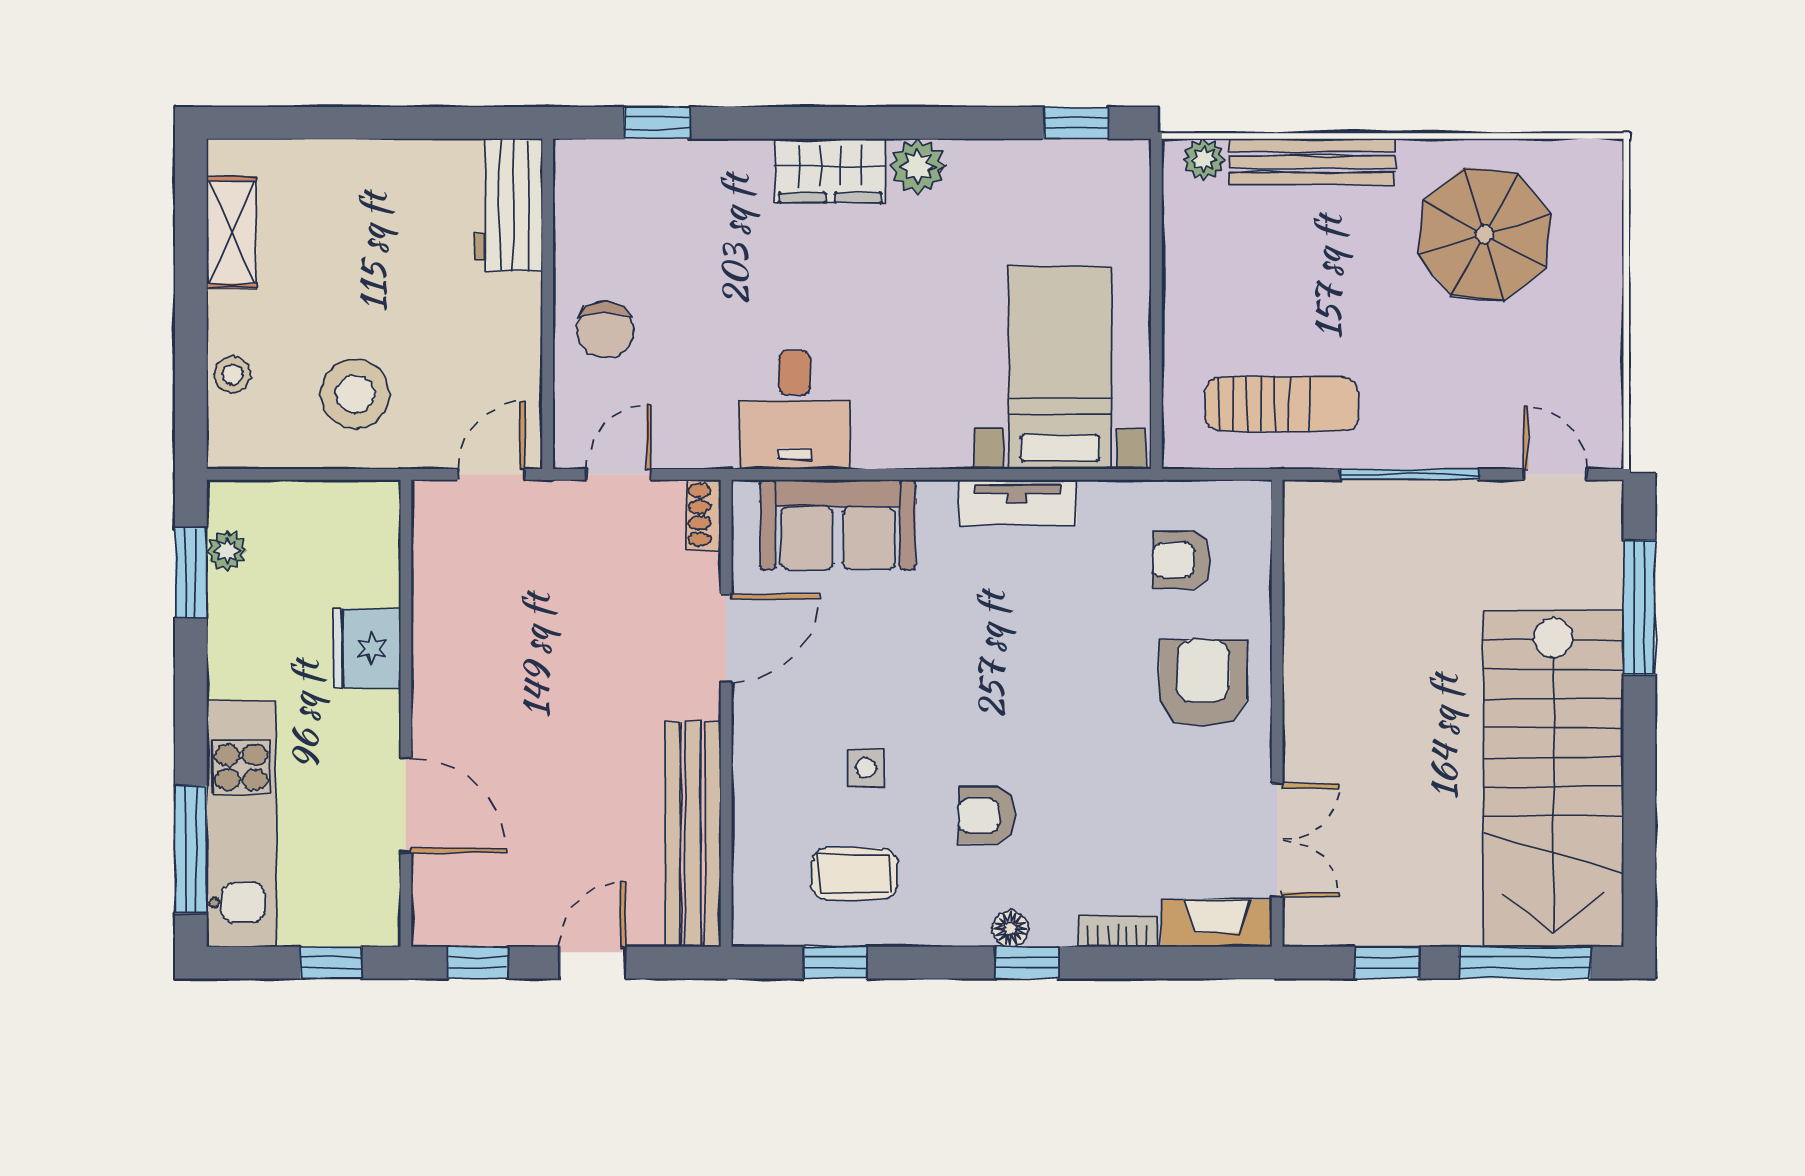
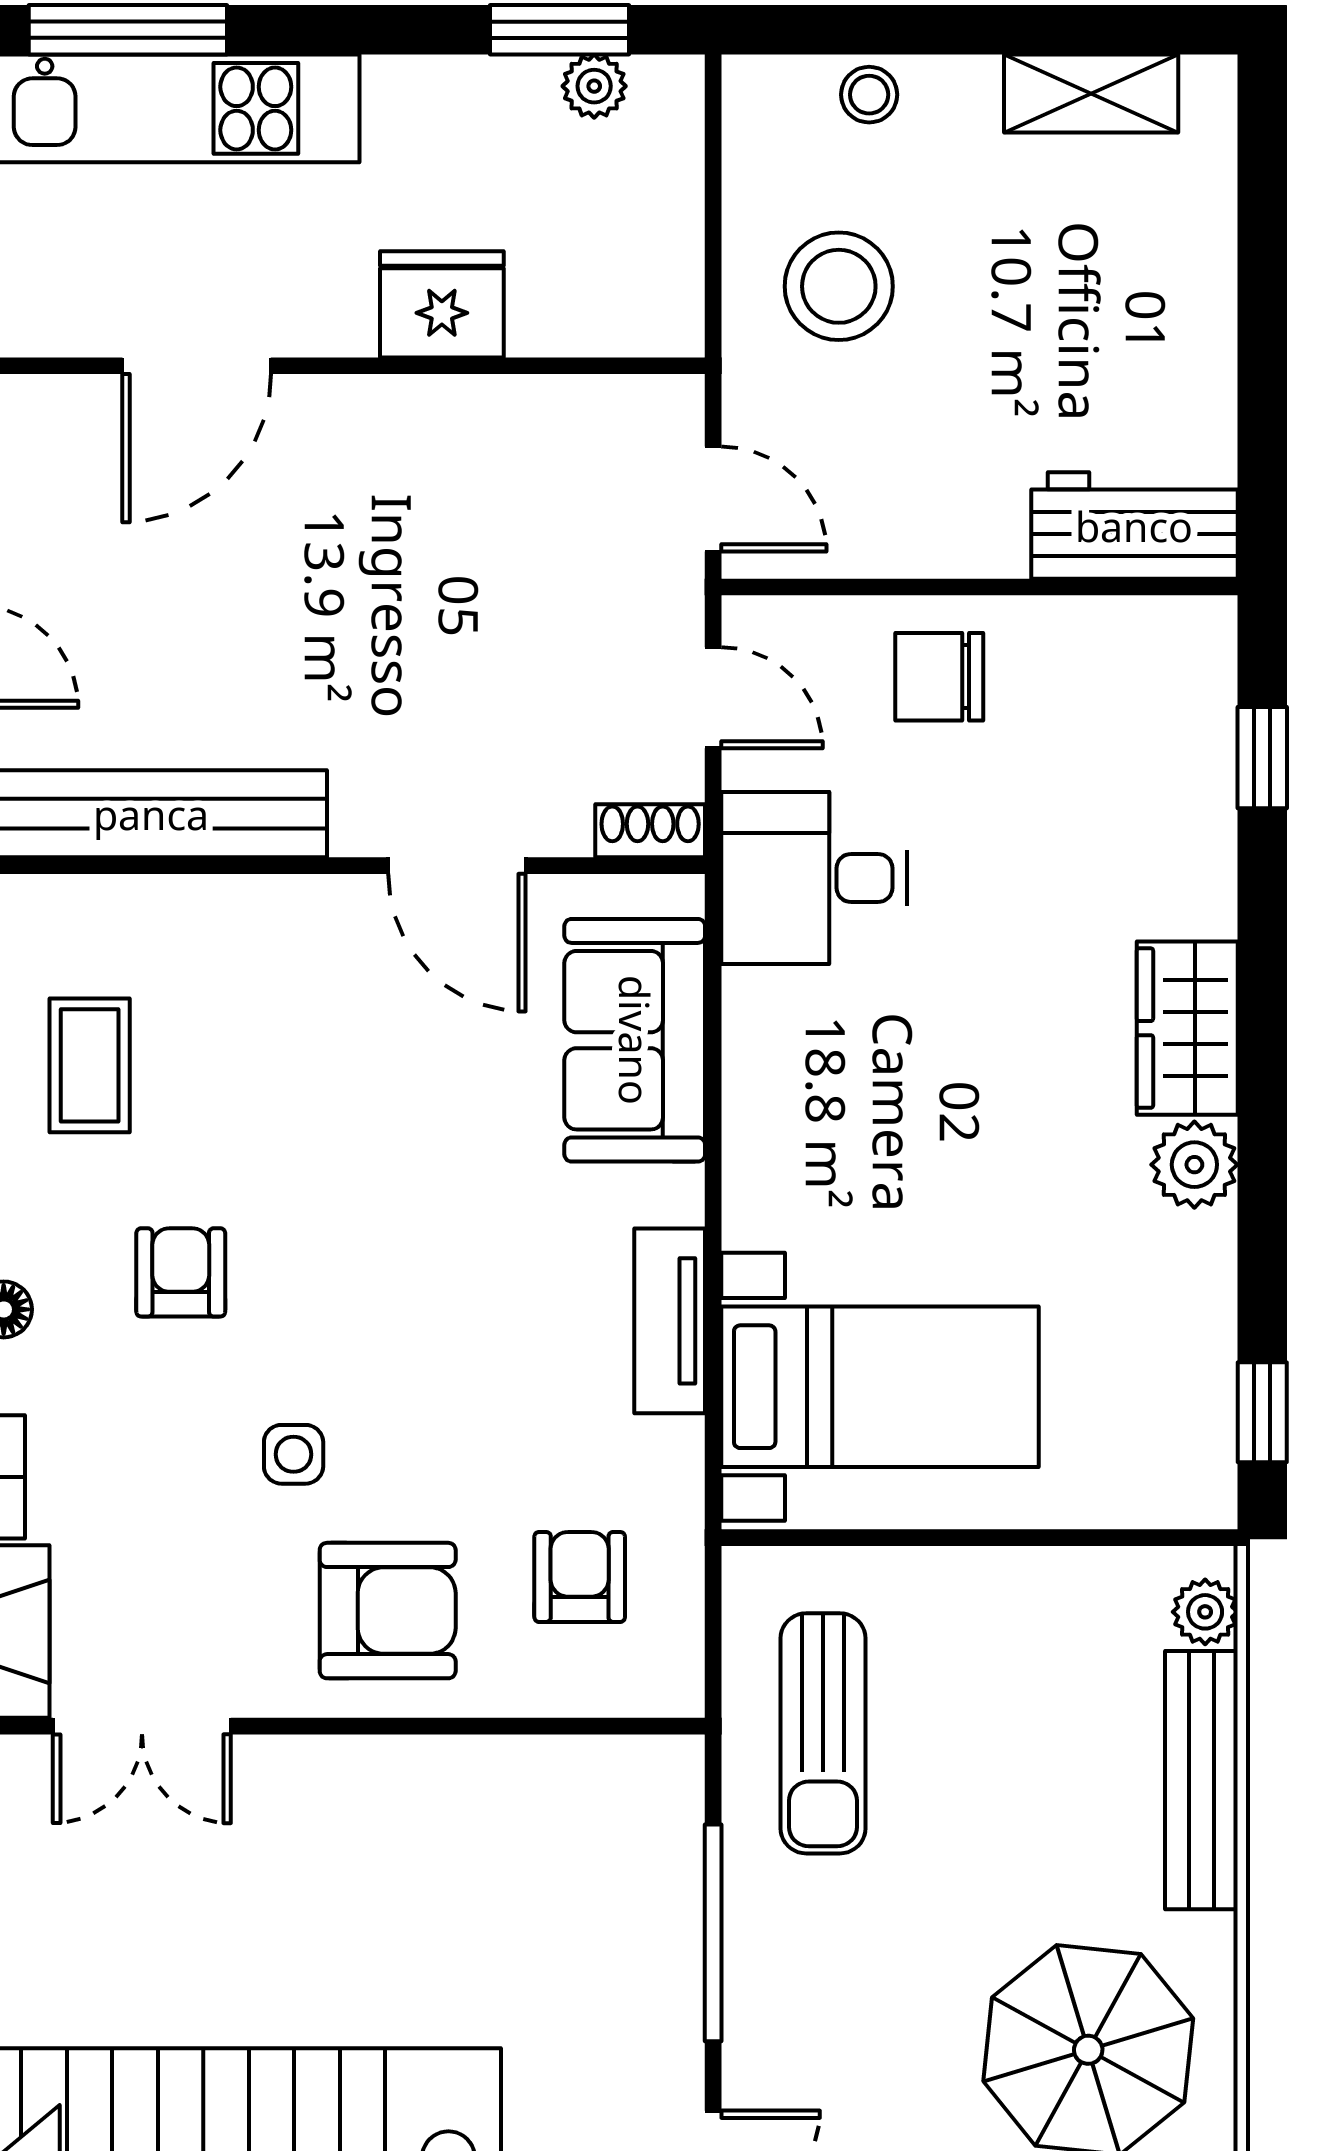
desk: (794, 410) -> (814, 878), moved
side table: (866, 768) -> (294, 1454), moved

